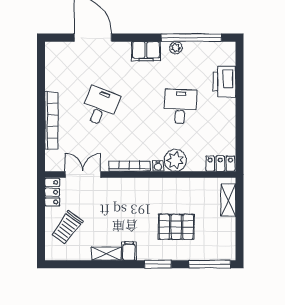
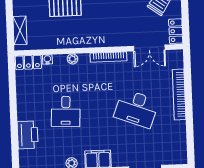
desk: (100, 106) -> (136, 109), width x1.37
plant: (175, 160) -> (72, 59), width x0.53, depth x0.53
water cooler: (158, 166) -> (47, 59), moved

